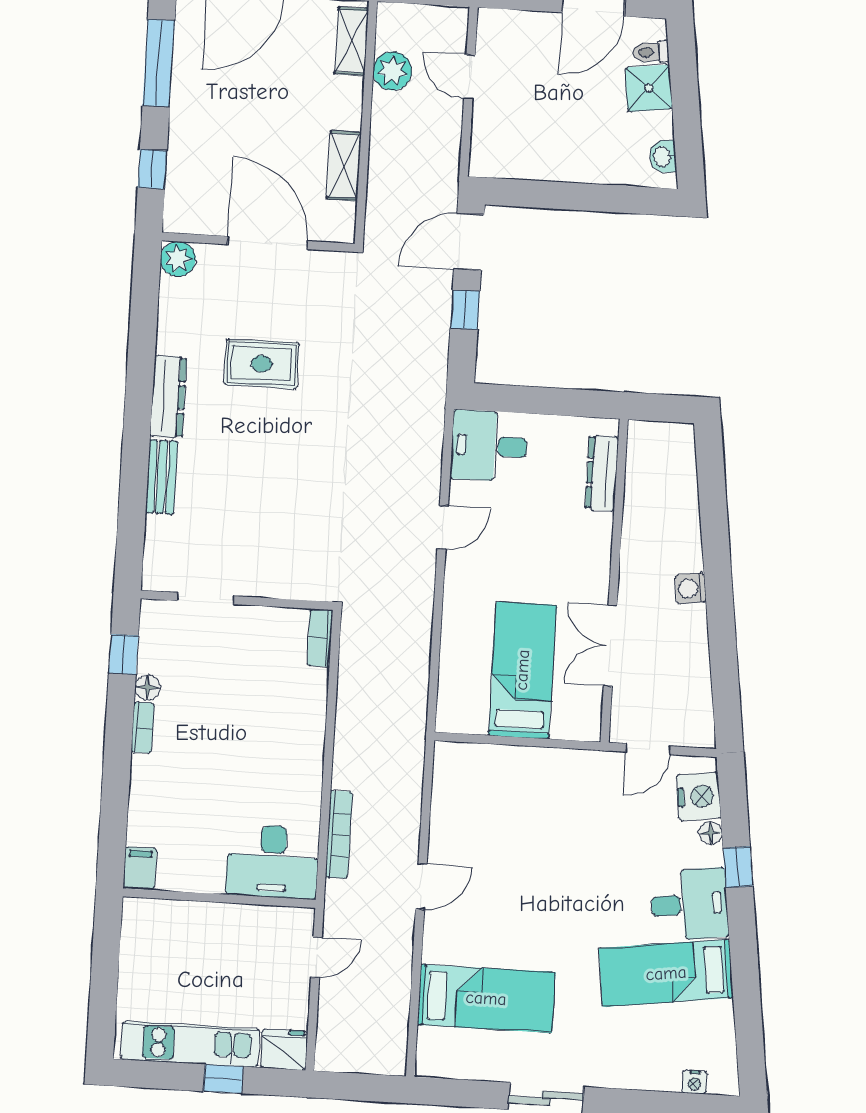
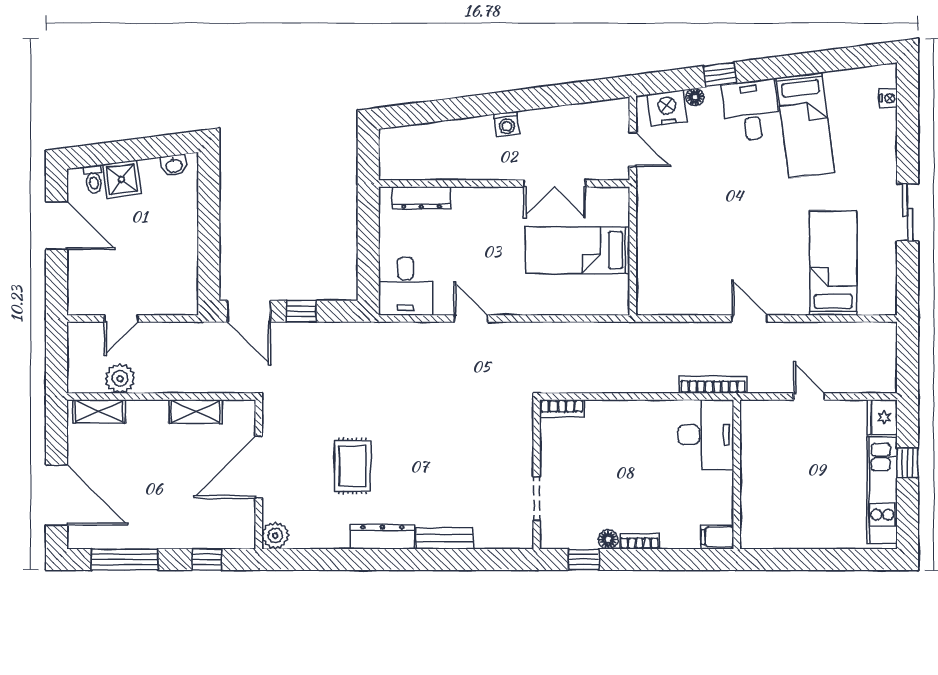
desk: (273, 862) -> (706, 435), moved
filing cabinet: (140, 868) -> (717, 537), moved
wall: (219, 898) -> (737, 474), moved

